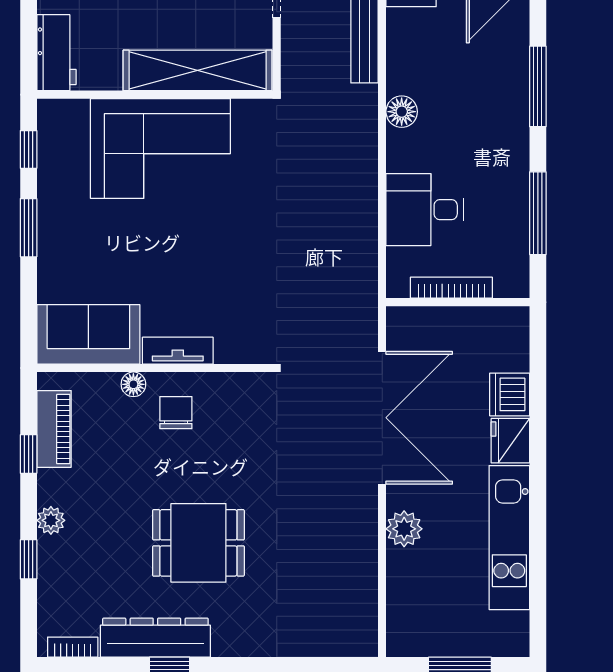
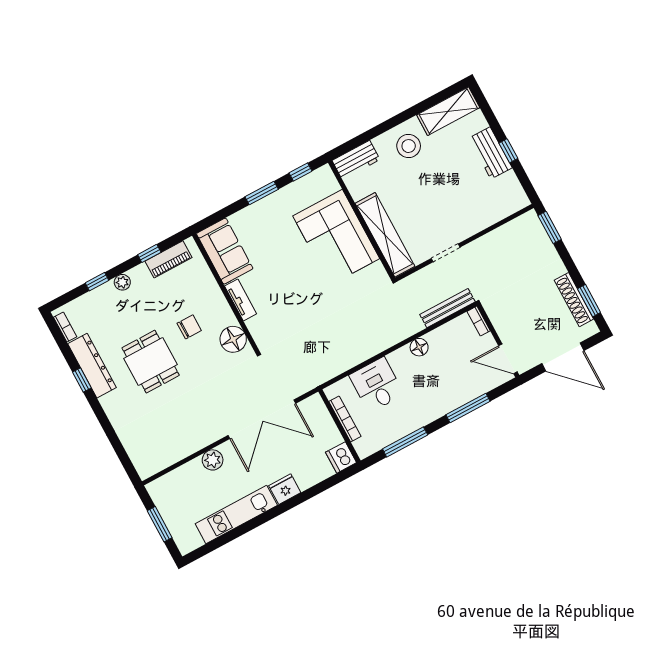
floor lamp: (133, 384) -> (233, 339), moved, width x1.89, depth x1.89
dishwasher: (510, 394) -> (341, 457), moved, turned -90
chair: (176, 413) -> (189, 327), moved

